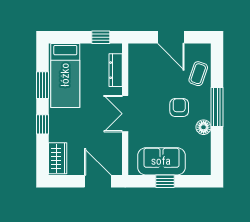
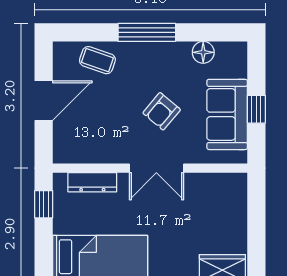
armchair: (179, 107) -> (162, 111), moved, turned -50
floor lamp: (204, 127) -> (203, 52), moved
door: (98, 181) -> (256, 209), removed

